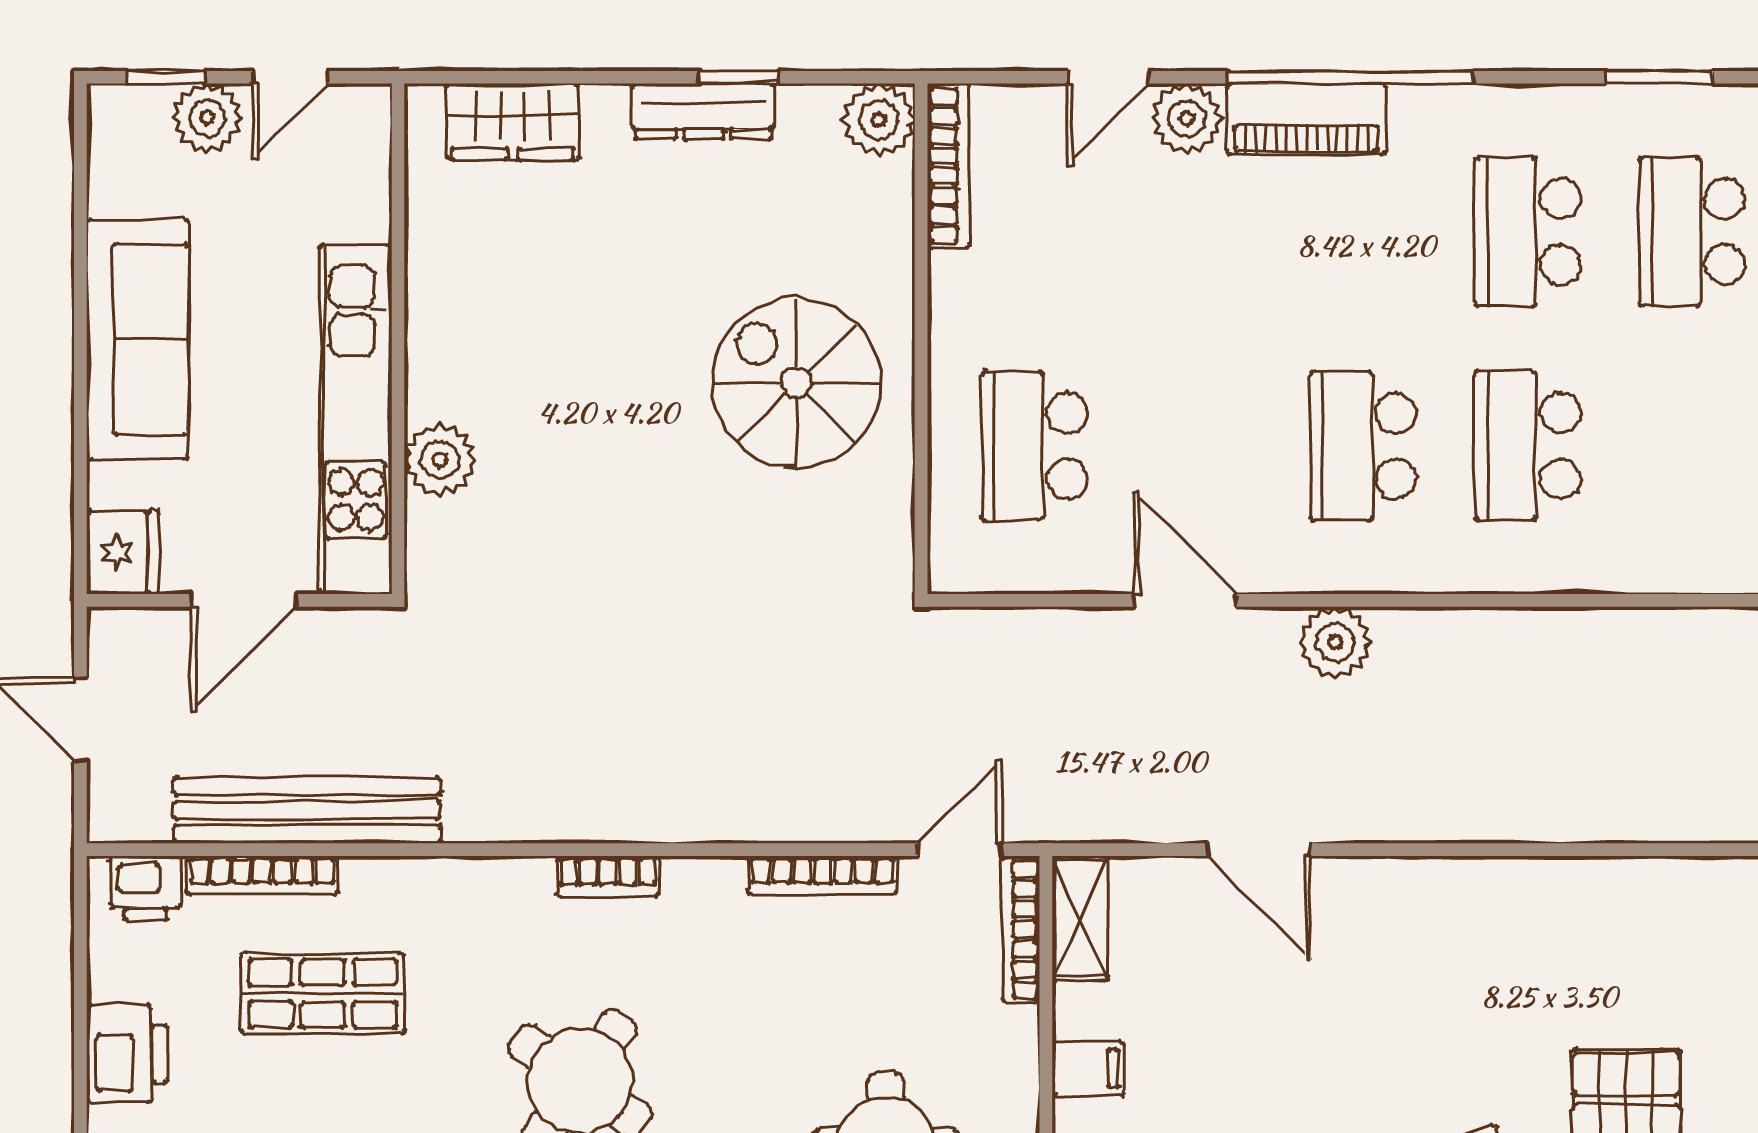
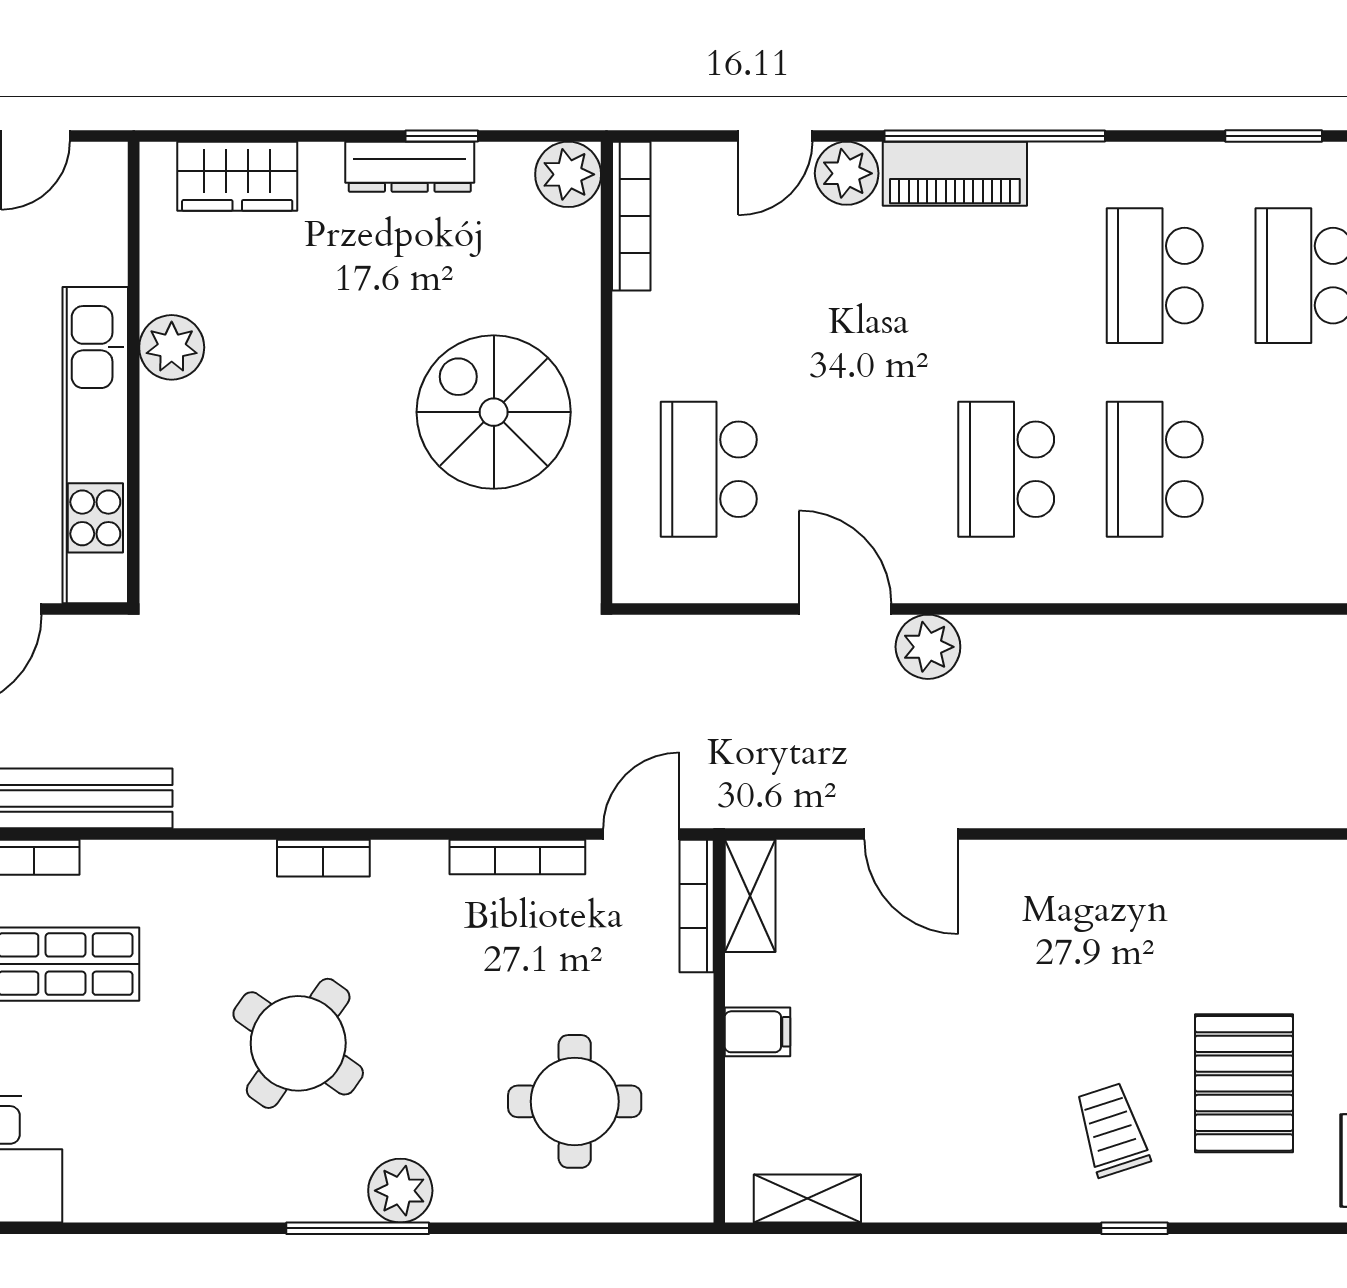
plant: (440, 460) -> (172, 347), moved
plant: (1335, 642) -> (928, 647), moved

